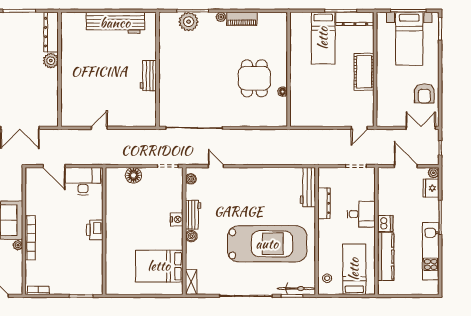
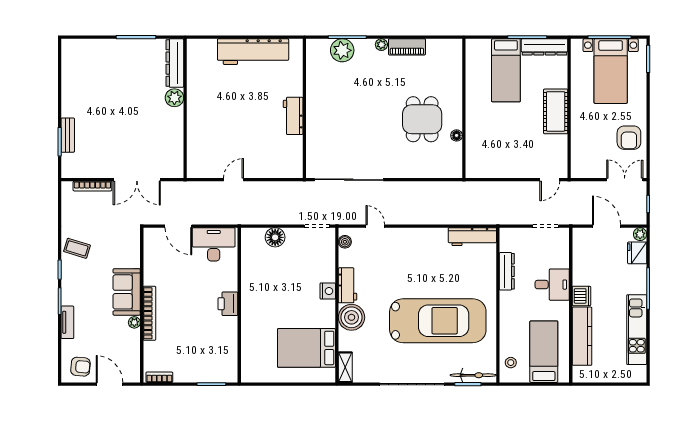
workbench: (308, 187) -> (472, 237), moved, turned -90
boiler: (191, 236) -> (351, 317), width x1.86, depth x1.86

